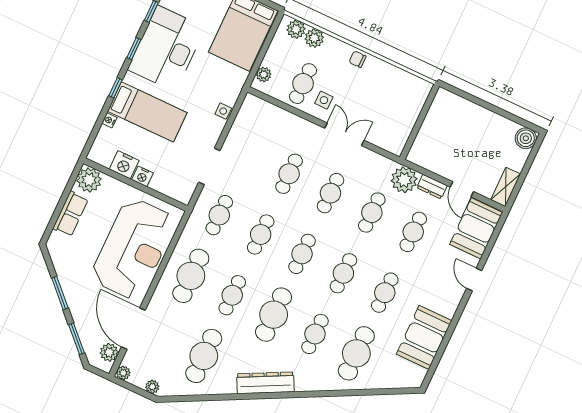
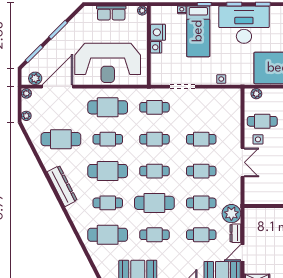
plant: (89, 180) -> (142, 11), width x0.53, depth x0.53
cafe table: (343, 273) -> (154, 203), width x1.37, depth x1.35

